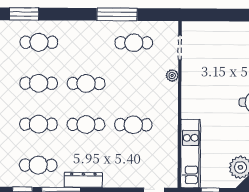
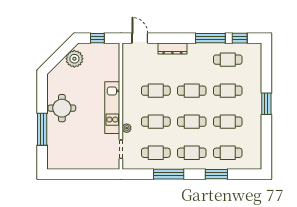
window: (24, 14) -> (216, 174), moved
cafe table: (86, 43) -> (192, 153), added
cafe table: (134, 84) -> (156, 122), added
kitchen unit: (191, 154) -> (112, 108), moved
dresser: (83, 180) -> (172, 49), moved

